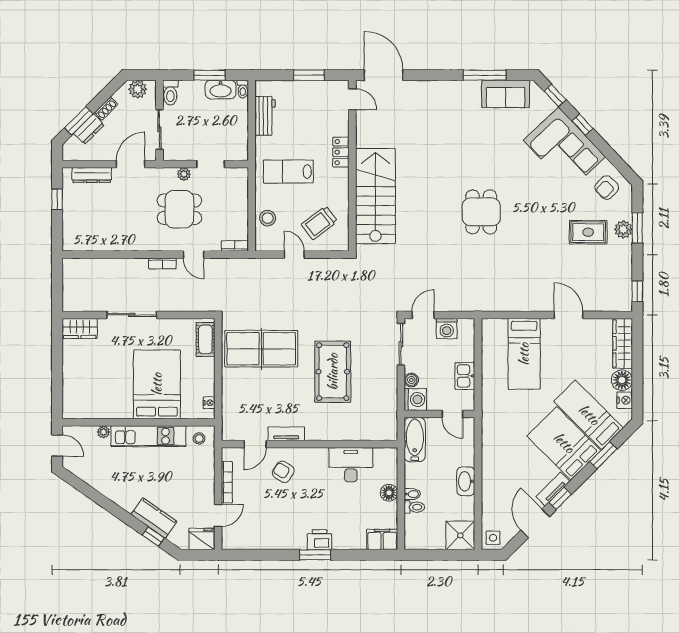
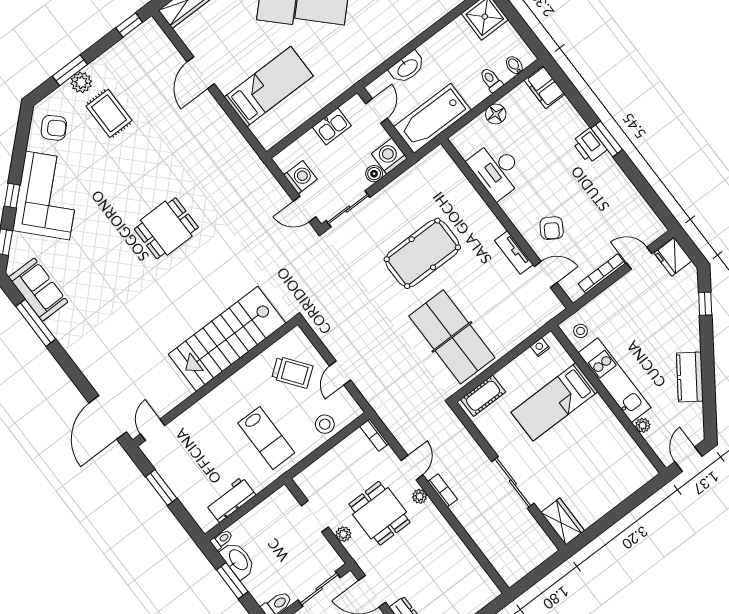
locker: (341, 152) -> (211, 403), removed
plant: (170, 245) -> (420, 496), added
bed: (157, 384) -> (554, 402), width x0.67
bathtub: (415, 440) -> (432, 118), width x1.36, depth x1.36
washbasin: (466, 481) -> (407, 68), moved
bidet: (412, 494) -> (514, 65), moved
kitchen counter: (154, 518) -> (690, 377), moved

